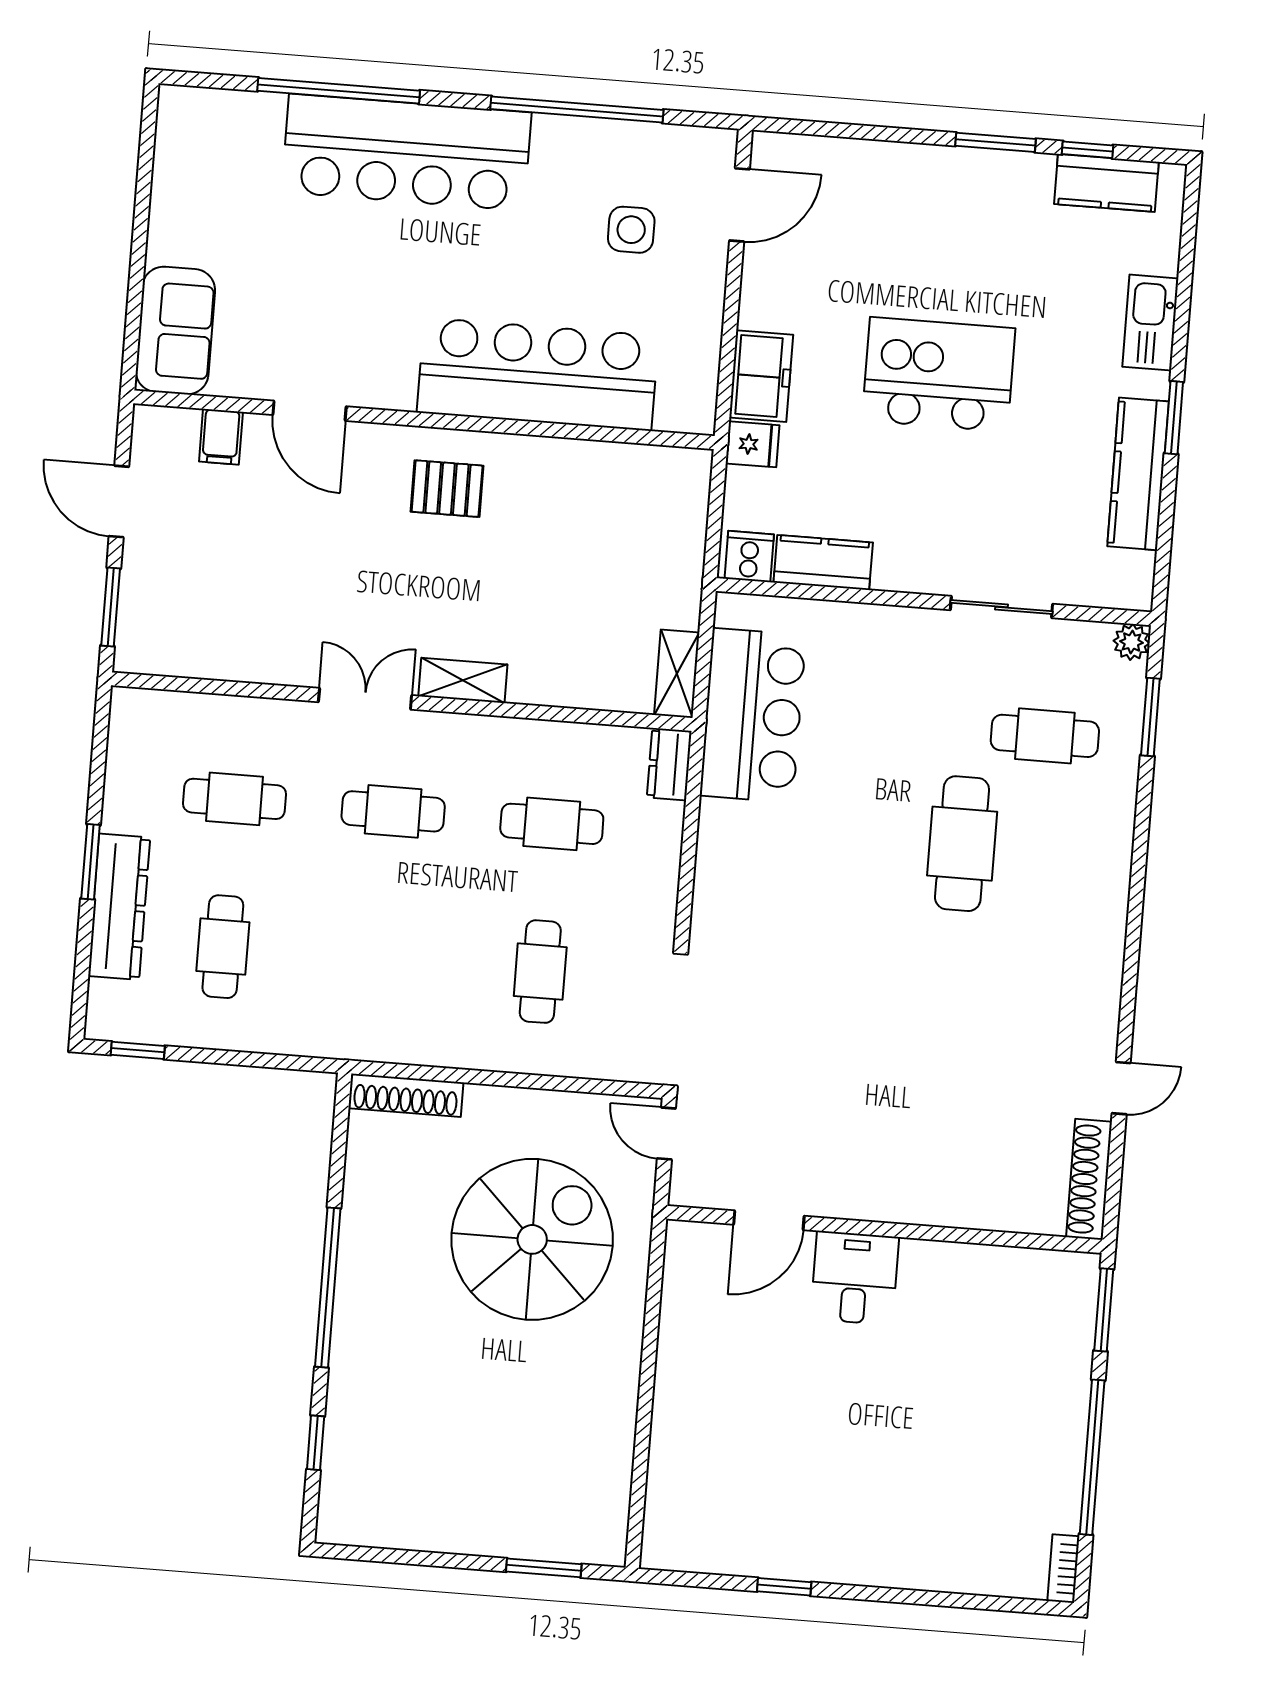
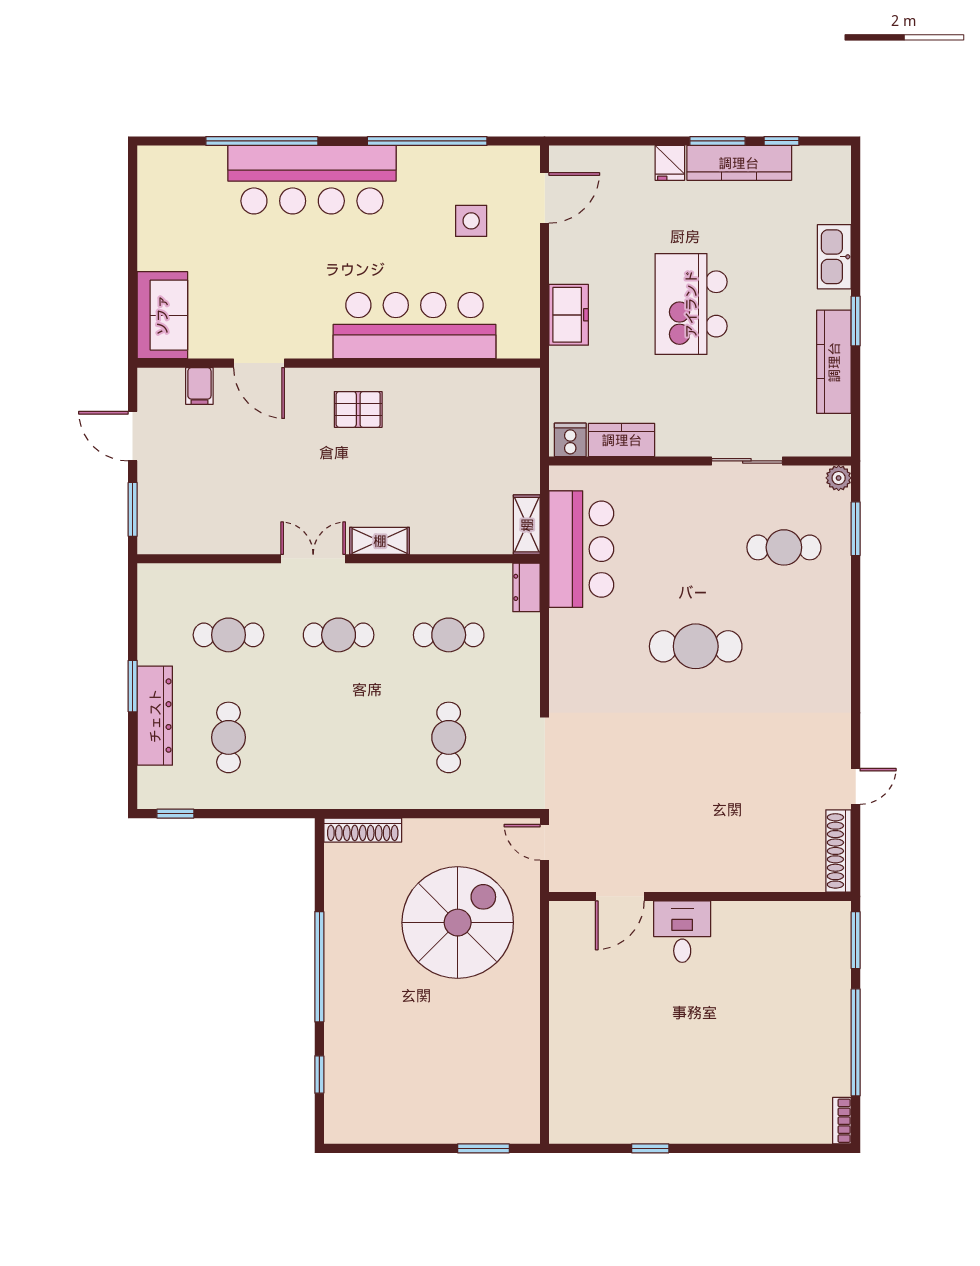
kitchen counter: (1106, 183) -> (739, 163), moved, width x1.50
kitchen island: (939, 374) -> (691, 304), turned -90
fridge: (753, 444) -> (670, 163), moved, turned 90
cafe table: (962, 844) -> (696, 646), moved, turned 90

